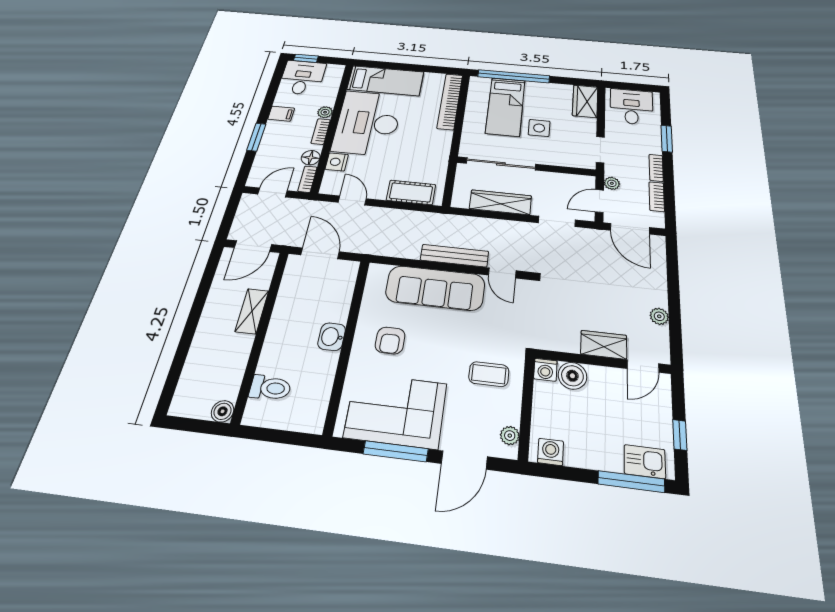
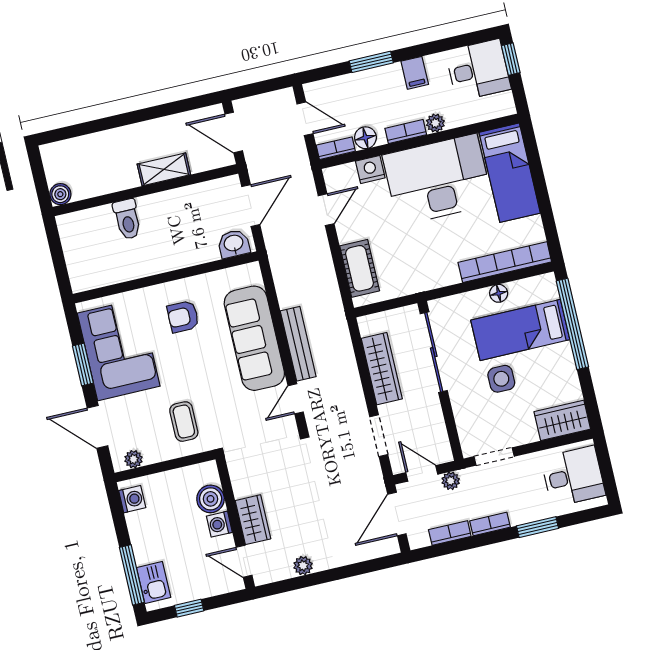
floor lamp: (472, 111) -> (499, 293), added
washbasin: (332, 337) -> (234, 244), moved
washing machine: (545, 370) -> (219, 524), moved
toilet: (270, 388) -> (127, 219), moved
window: (396, 451) -> (83, 364), width x0.69

